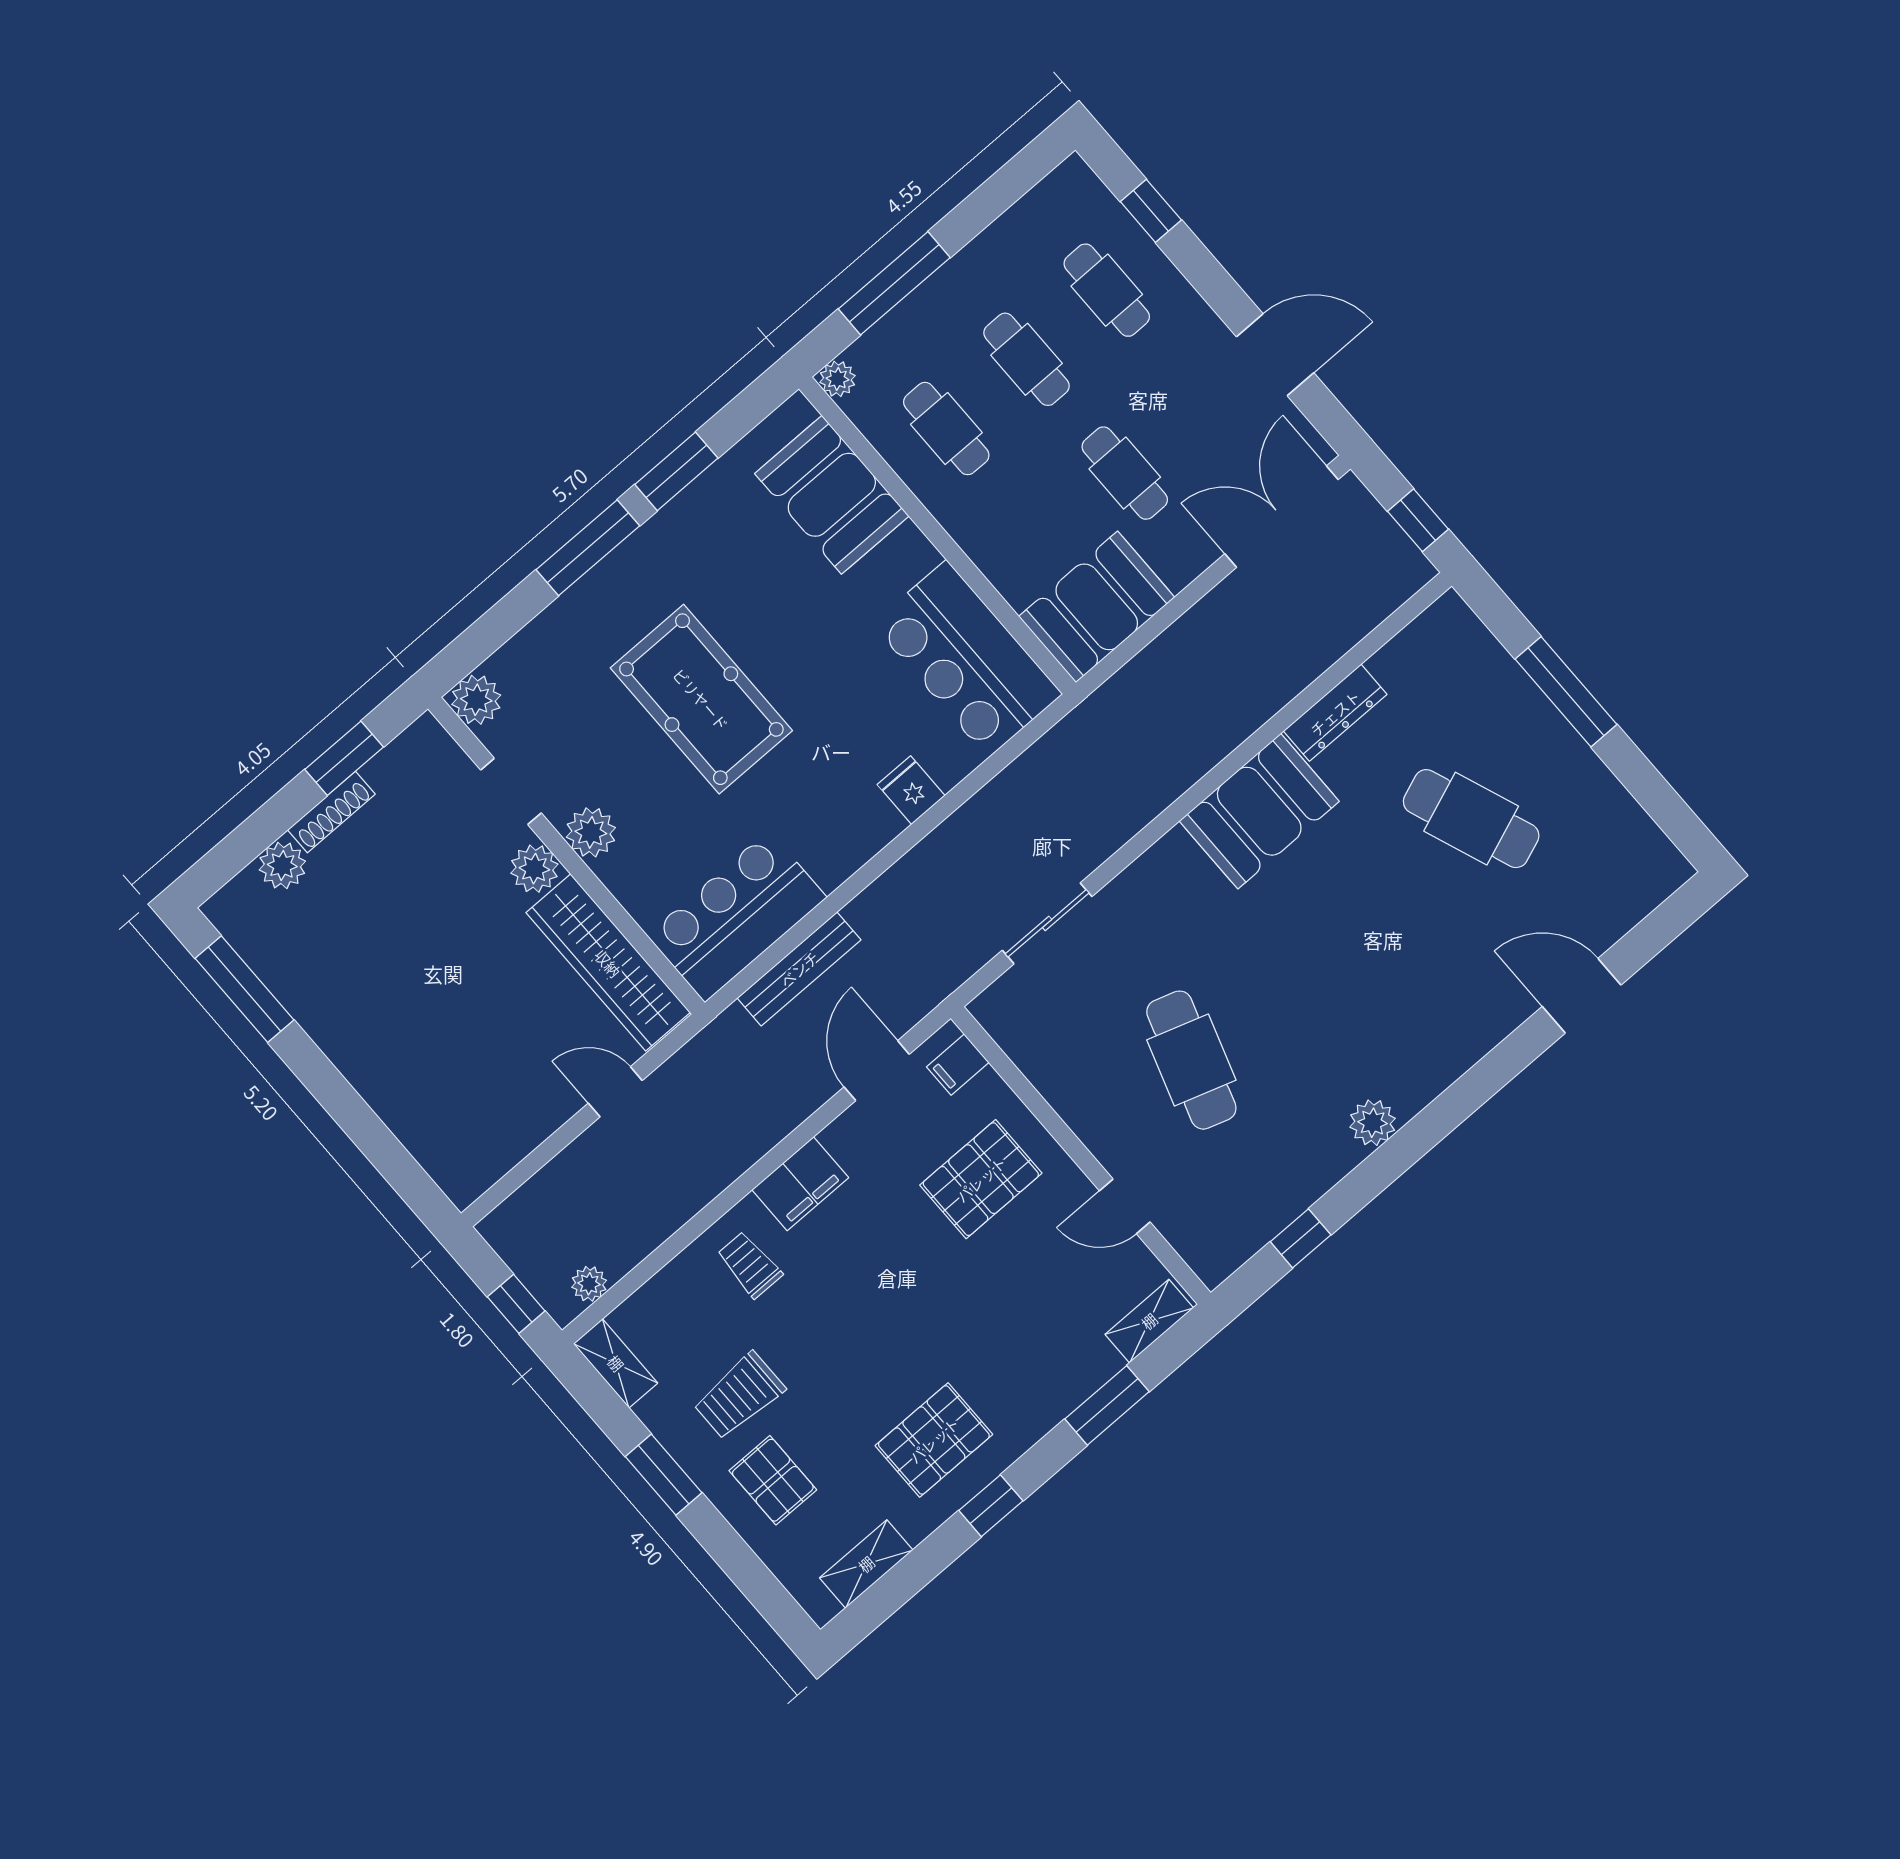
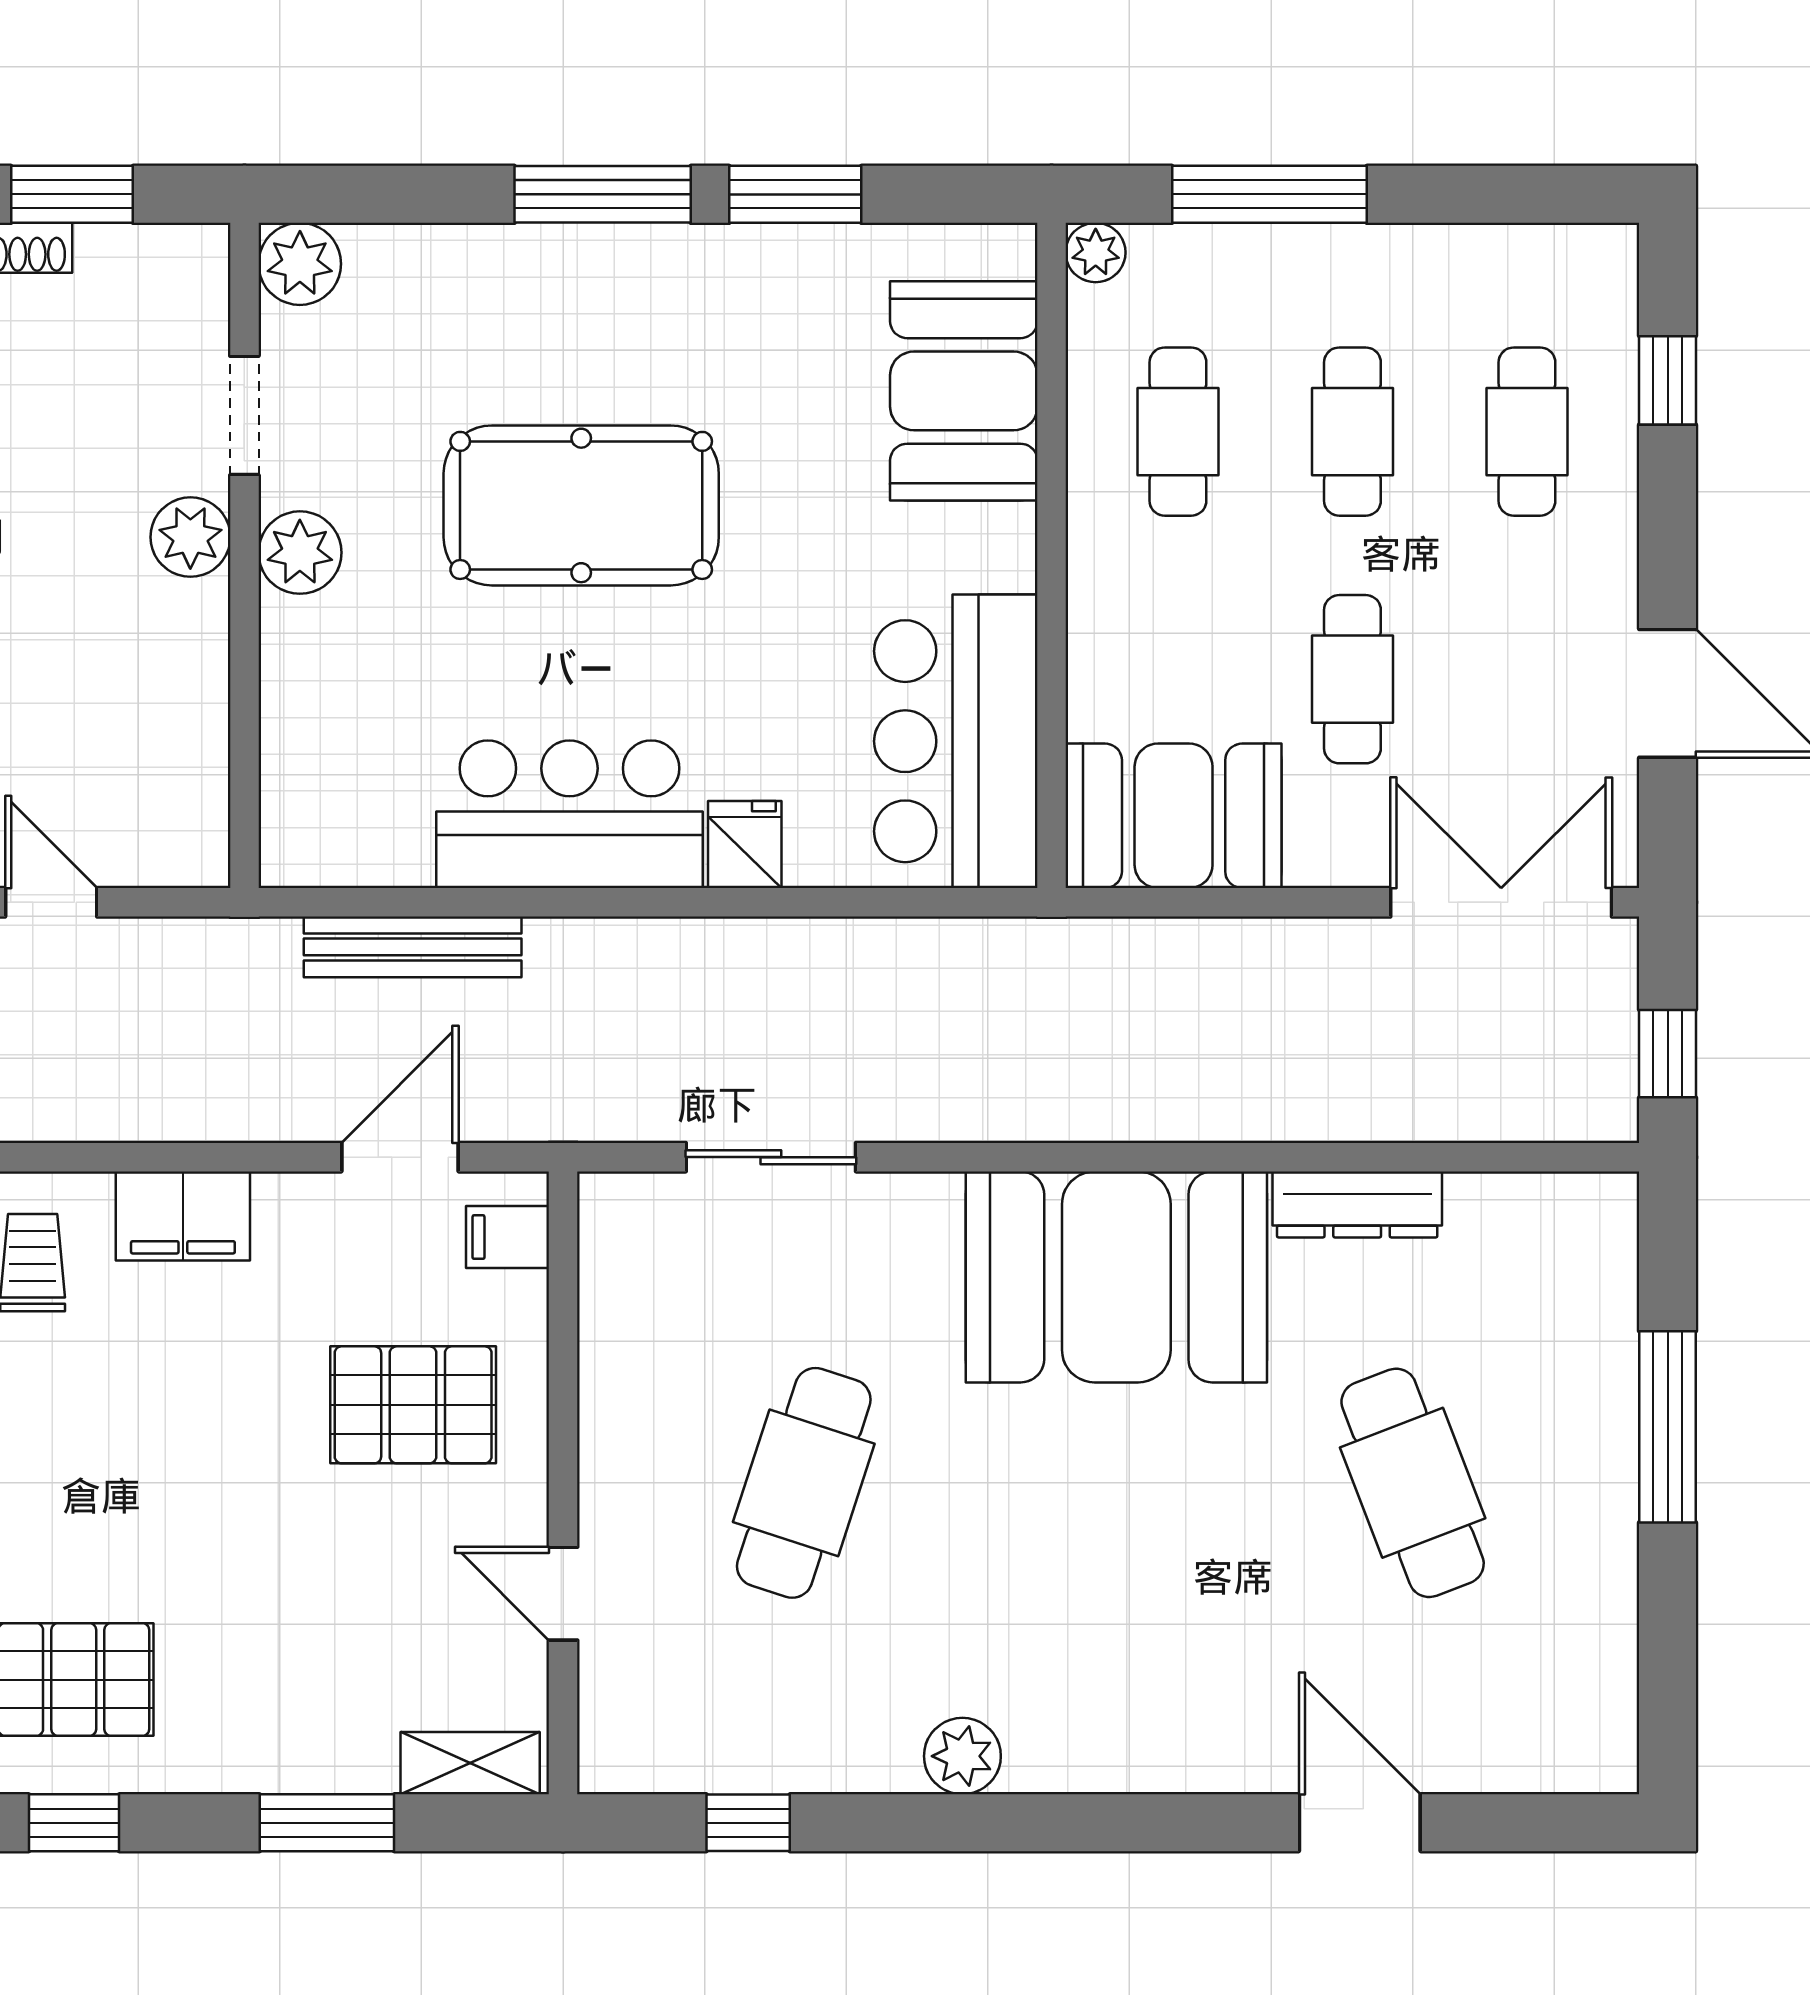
pool table: (701, 699) -> (581, 505), turned 90
booth: (1259, 811) -> (1116, 1277), width x1.36, depth x1.42
bar counter: (737, 916) -> (570, 814), moved
wardrobe: (608, 963) -> (181, 733), removed

